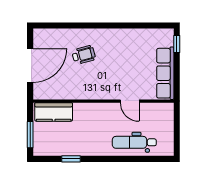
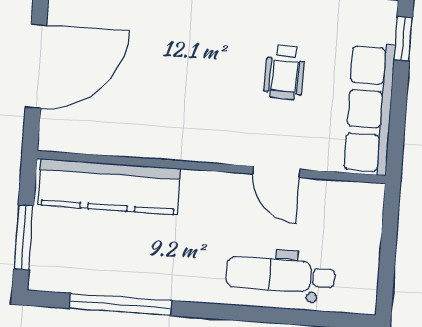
wheelchair: (84, 55) -> (285, 72), moved, turned 107
kitchen counter: (54, 112) -> (109, 187), width x1.50
window: (71, 159) -> (120, 304), width x2.17

